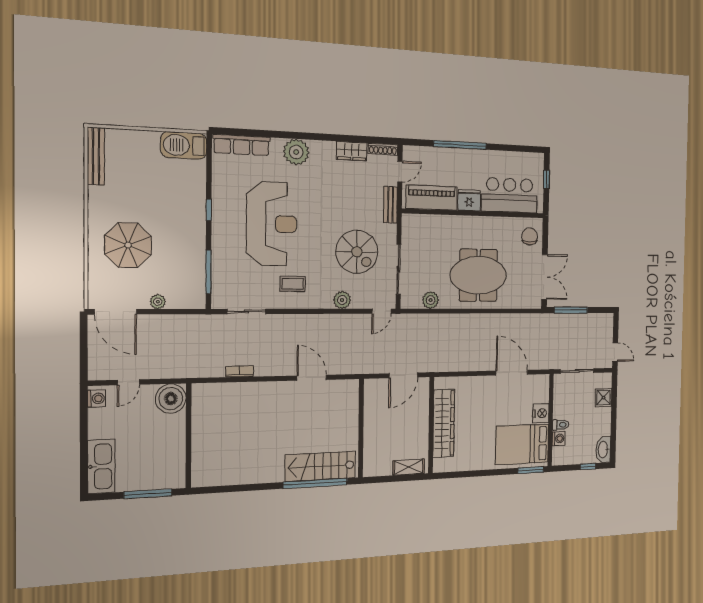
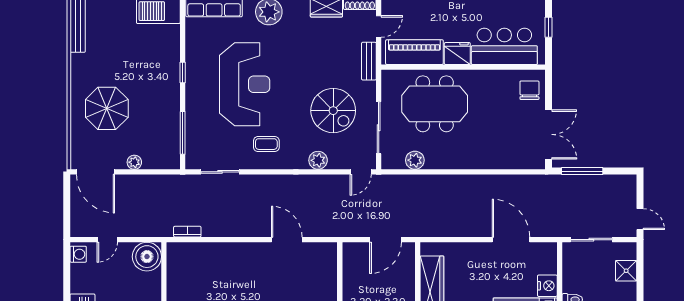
meeting table: (478, 275) -> (435, 104), moved
bookcase: (240, 372) -> (187, 232), moved

